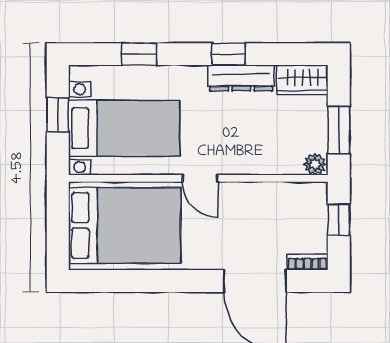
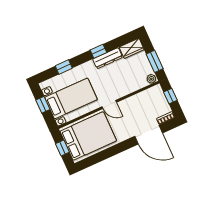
window: (58, 226) -> (62, 148), added

